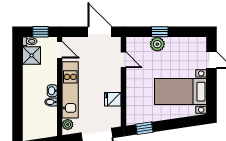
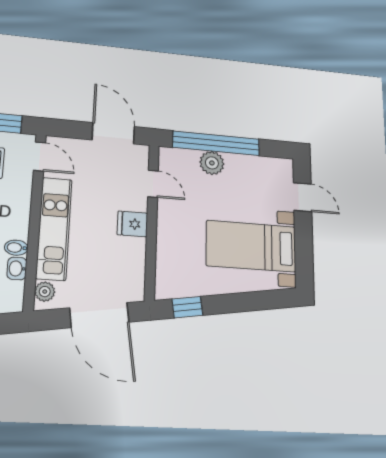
window: (160, 32) -> (216, 143), width x3.17
washbasin: (52, 91) -> (17, 268), moved
fridge: (113, 99) -> (132, 224), moved

